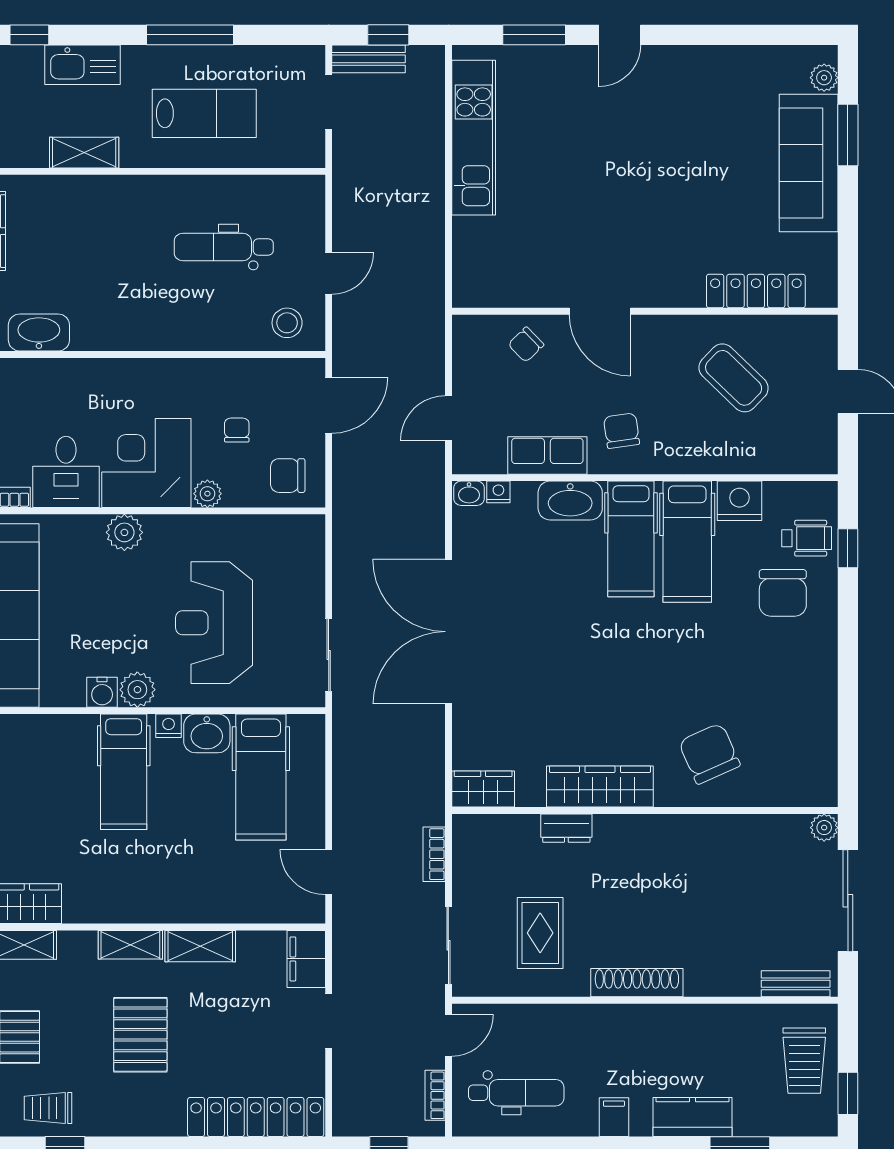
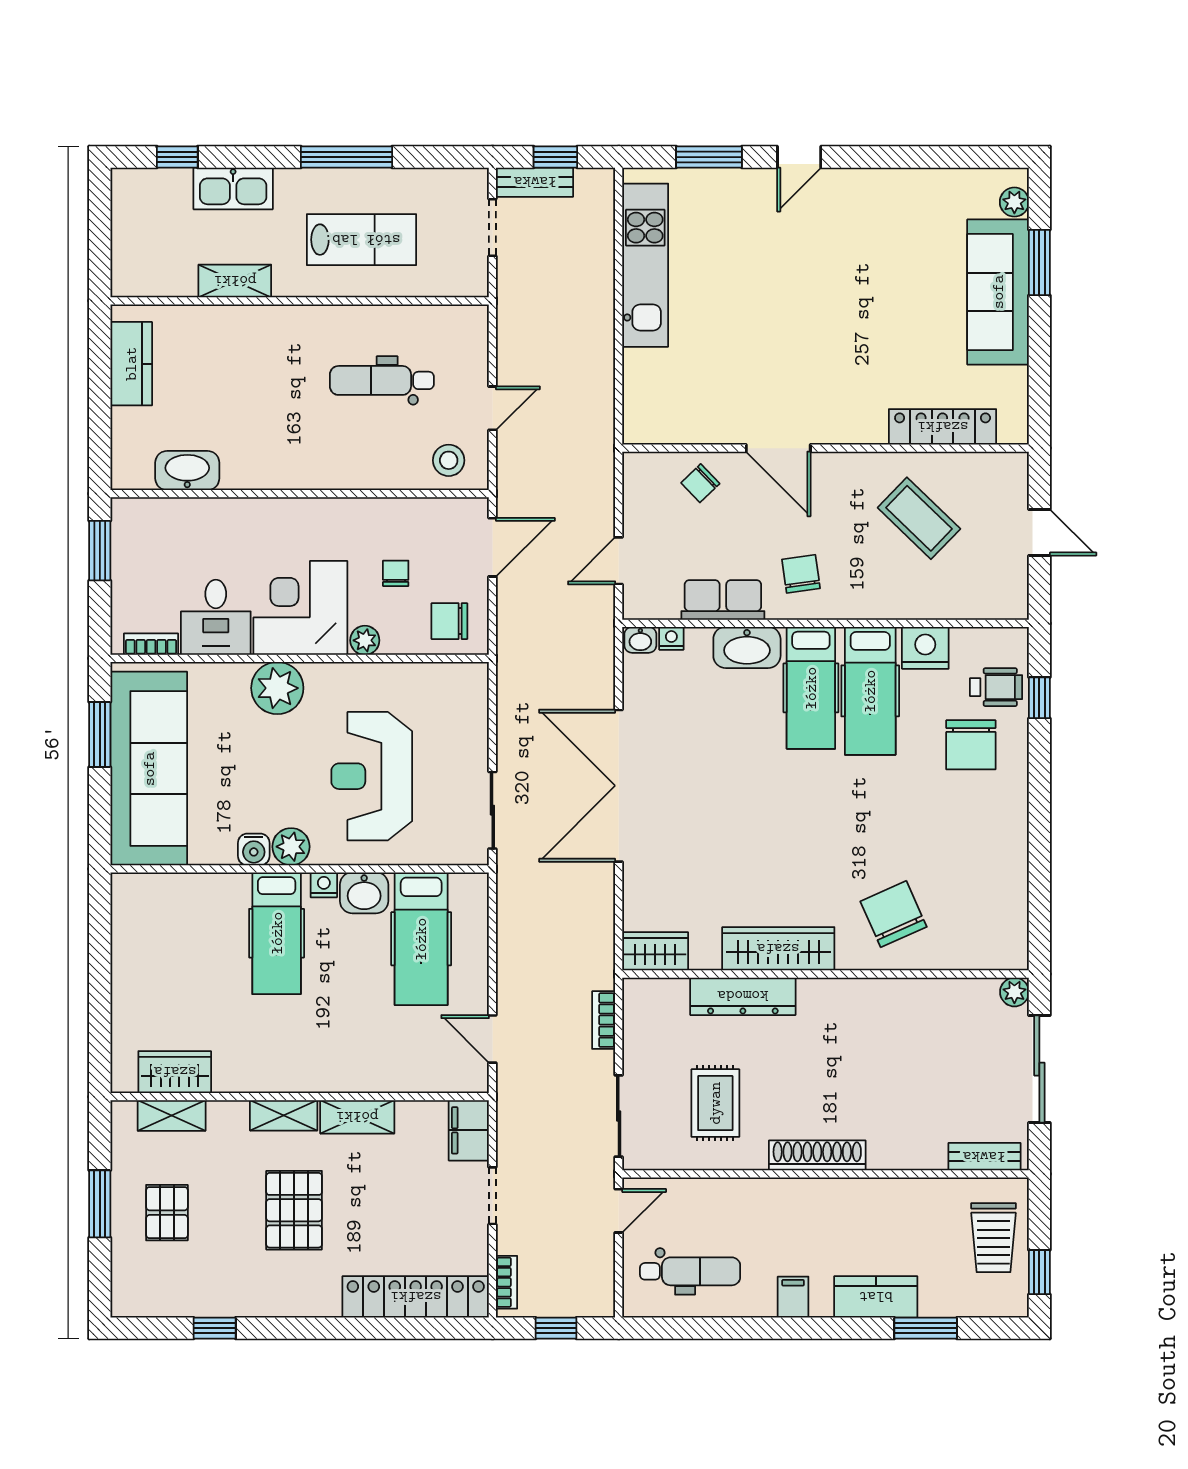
plant: (124, 532) -> (277, 688), width x1.36, depth x1.36
dresser: (566, 828) -> (743, 996), width x1.96, depth x1.24
bookcase: (435, 1095) -> (507, 1282), moved, turned 180
trolley: (48, 1108) -> (197, 1287), removed

